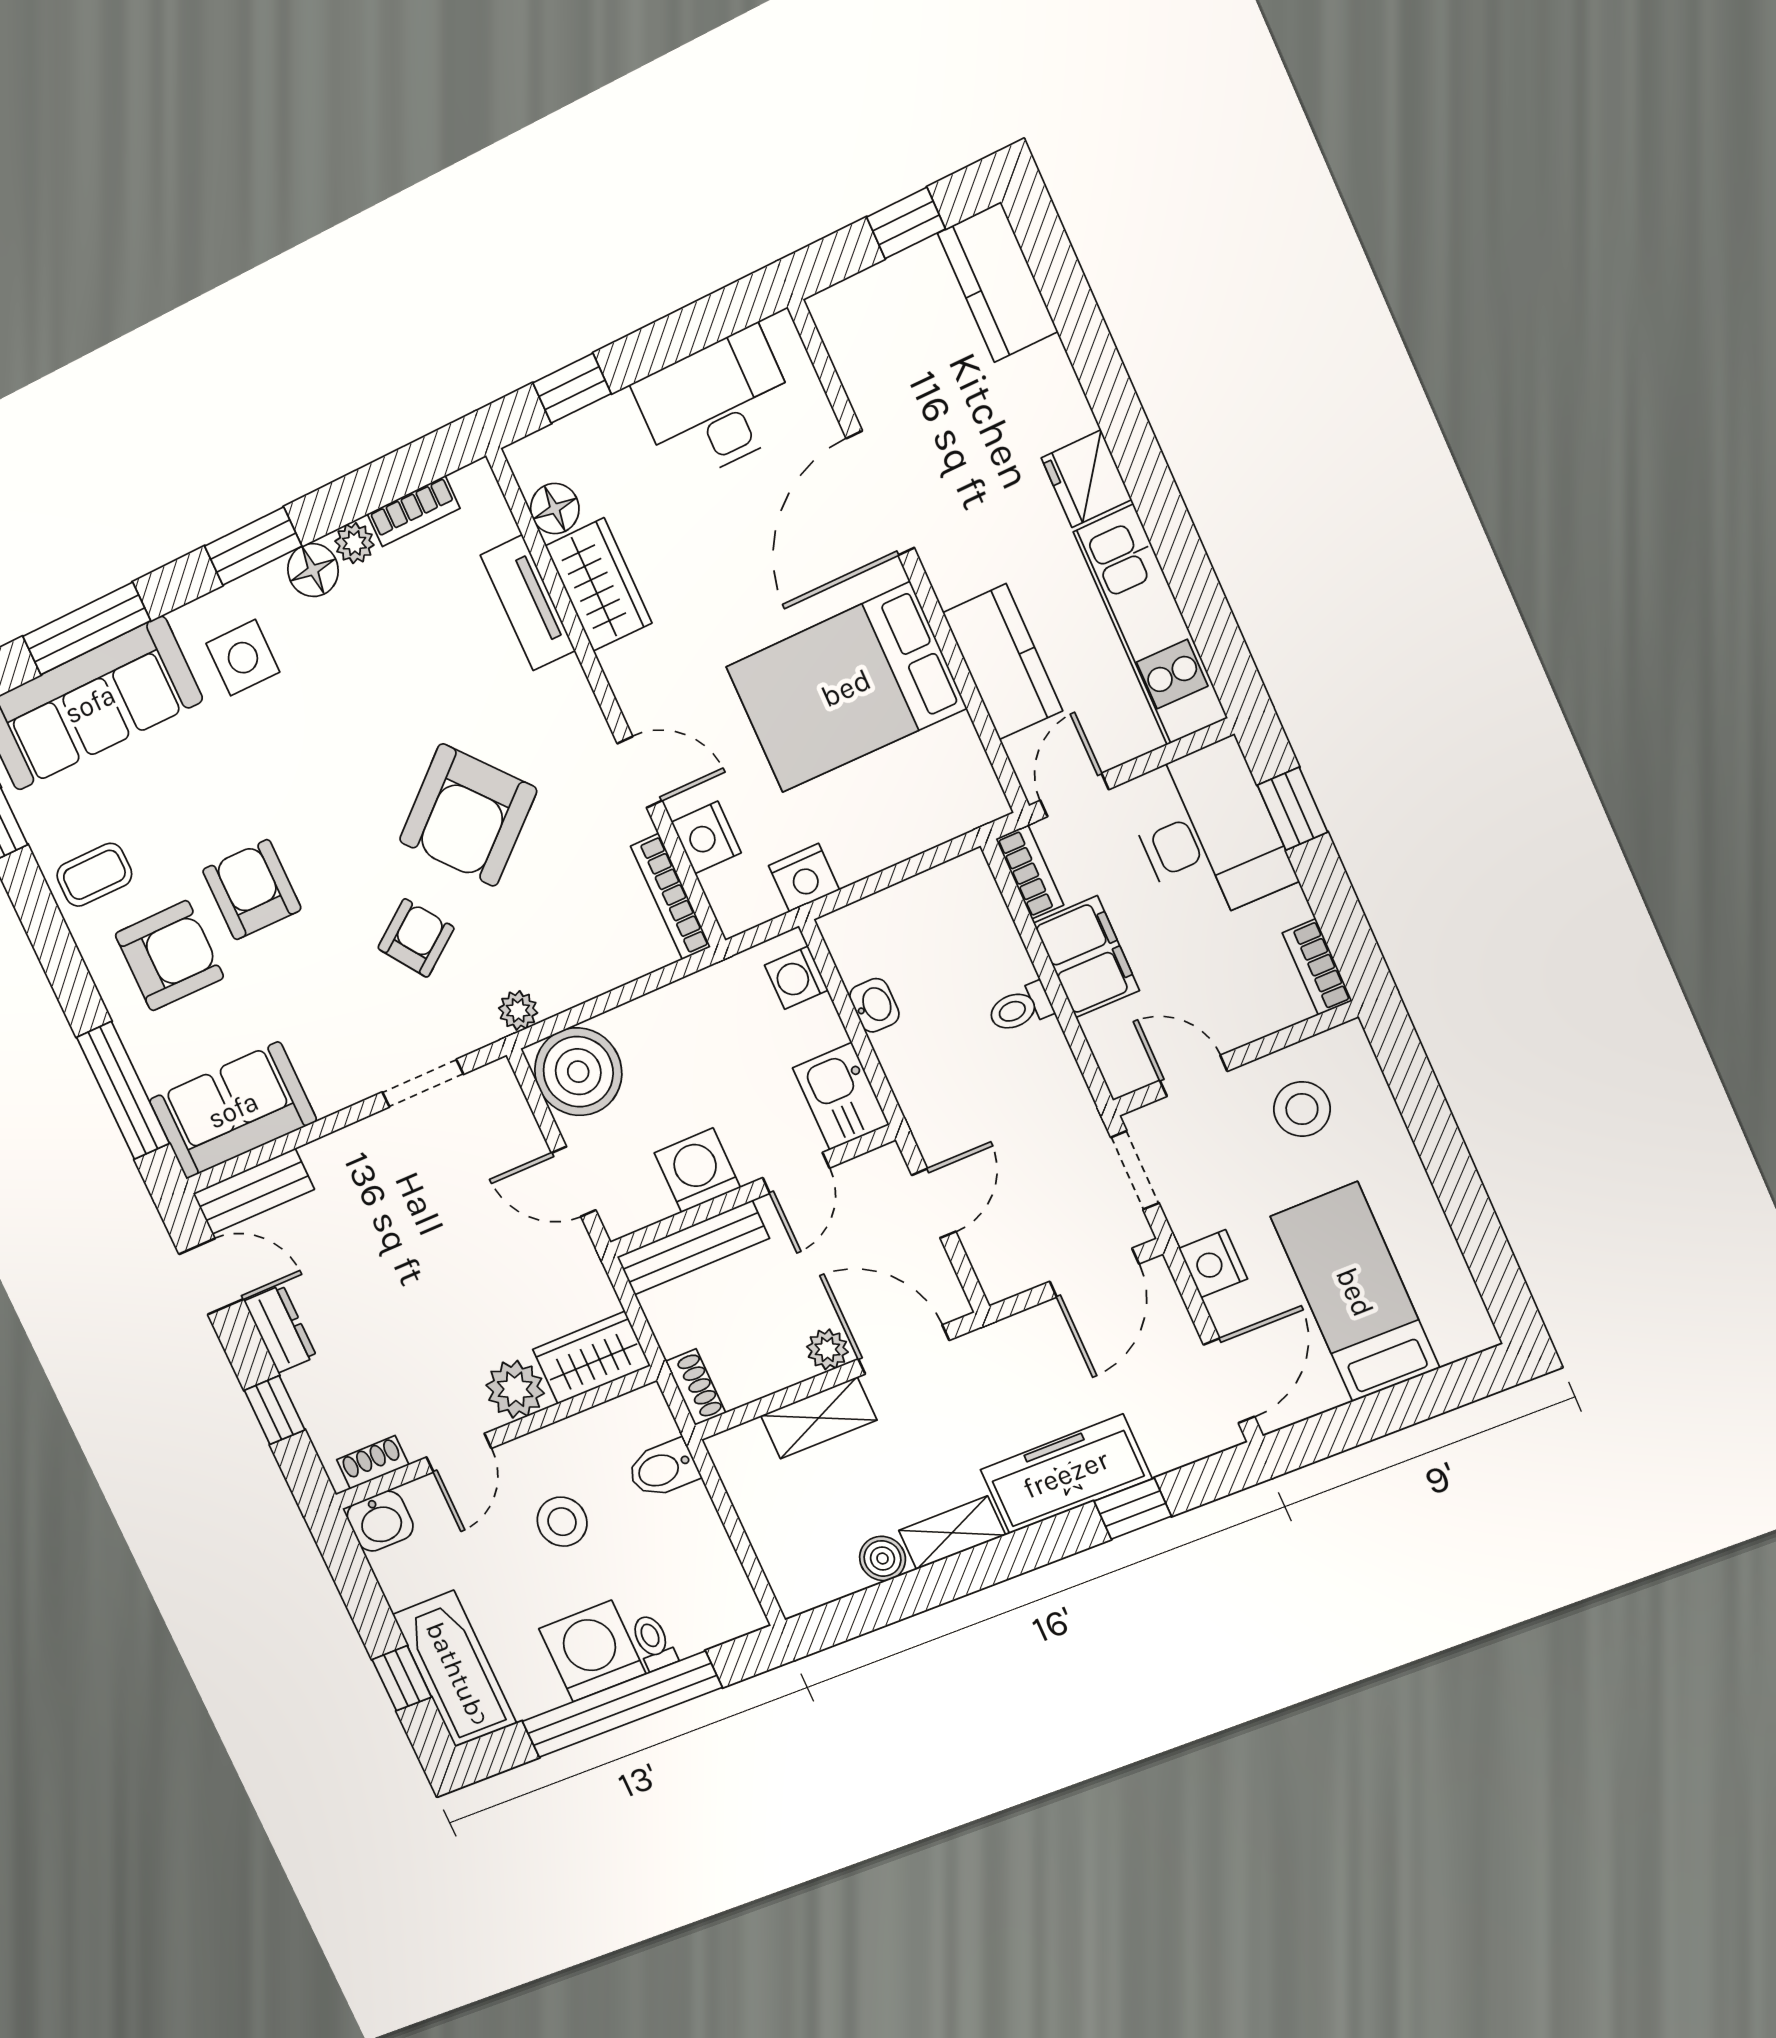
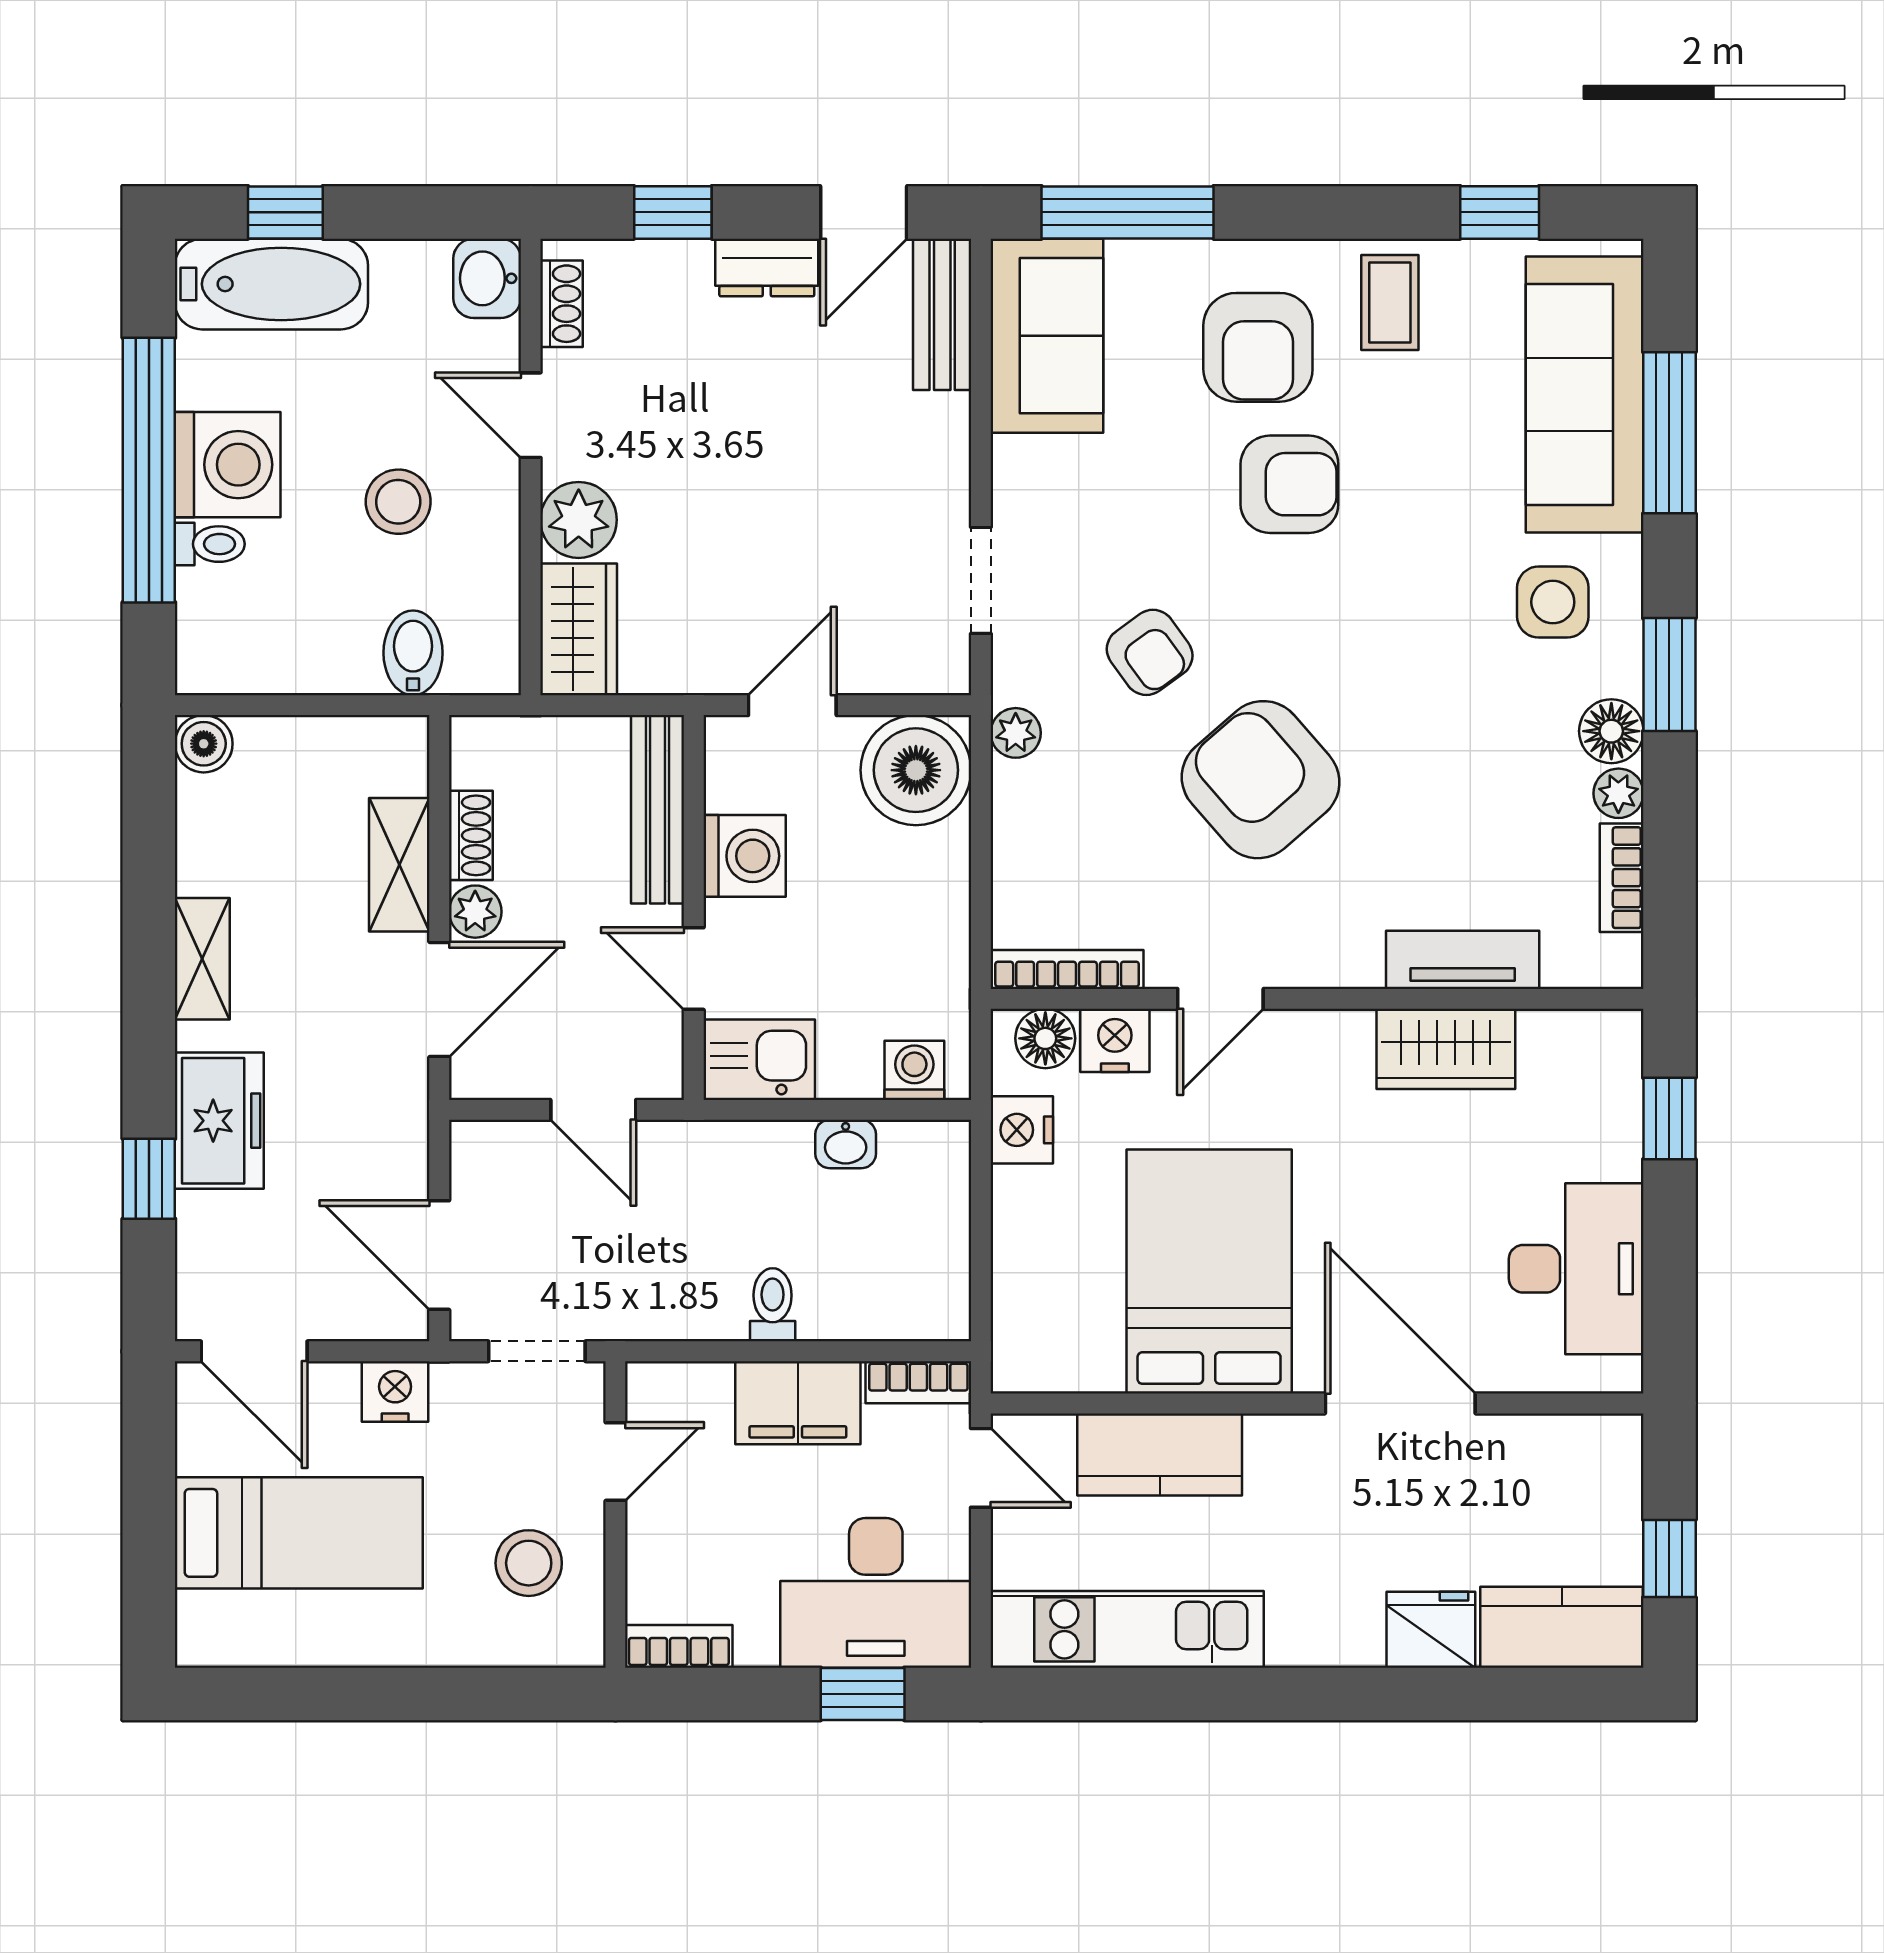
fridge: (1086, 479) -> (1431, 1630), moved
floor lamp: (555, 509) -> (1045, 1038), moved
shoe rack: (695, 1387) -> (471, 835), moved, turned -90
freezer: (1066, 1474) -> (219, 1121), width x0.71
boiler: (883, 1558) -> (204, 744), moved

